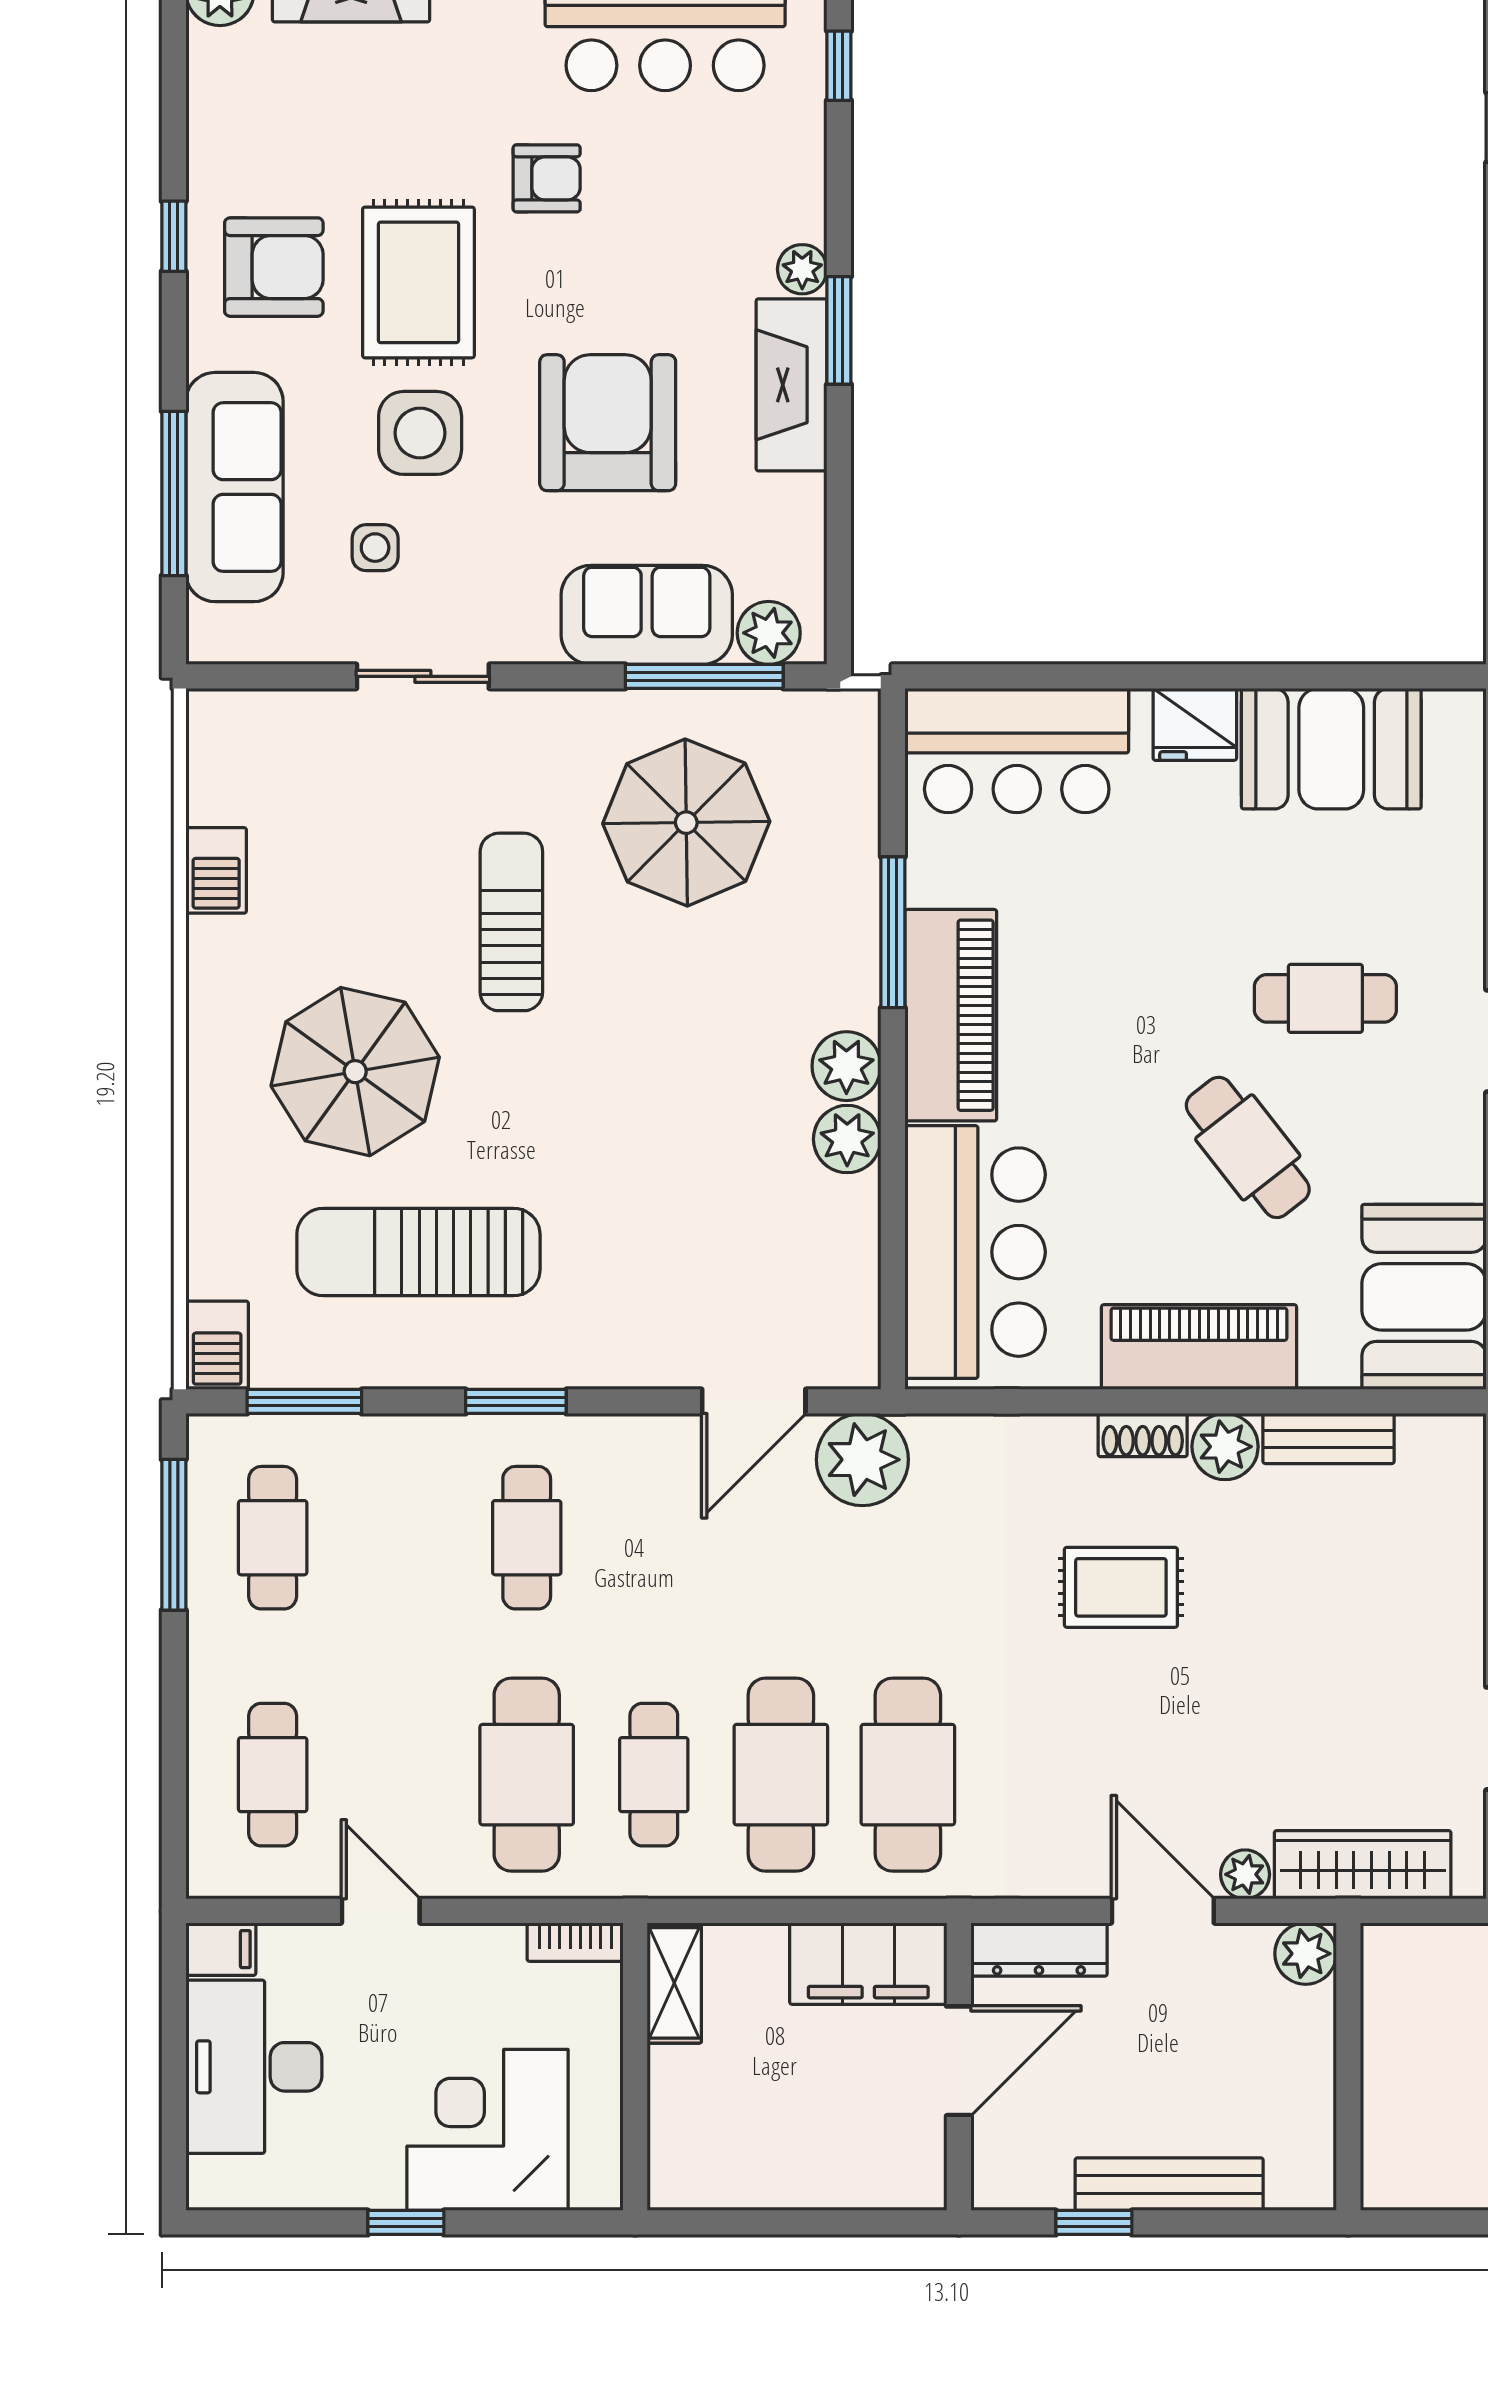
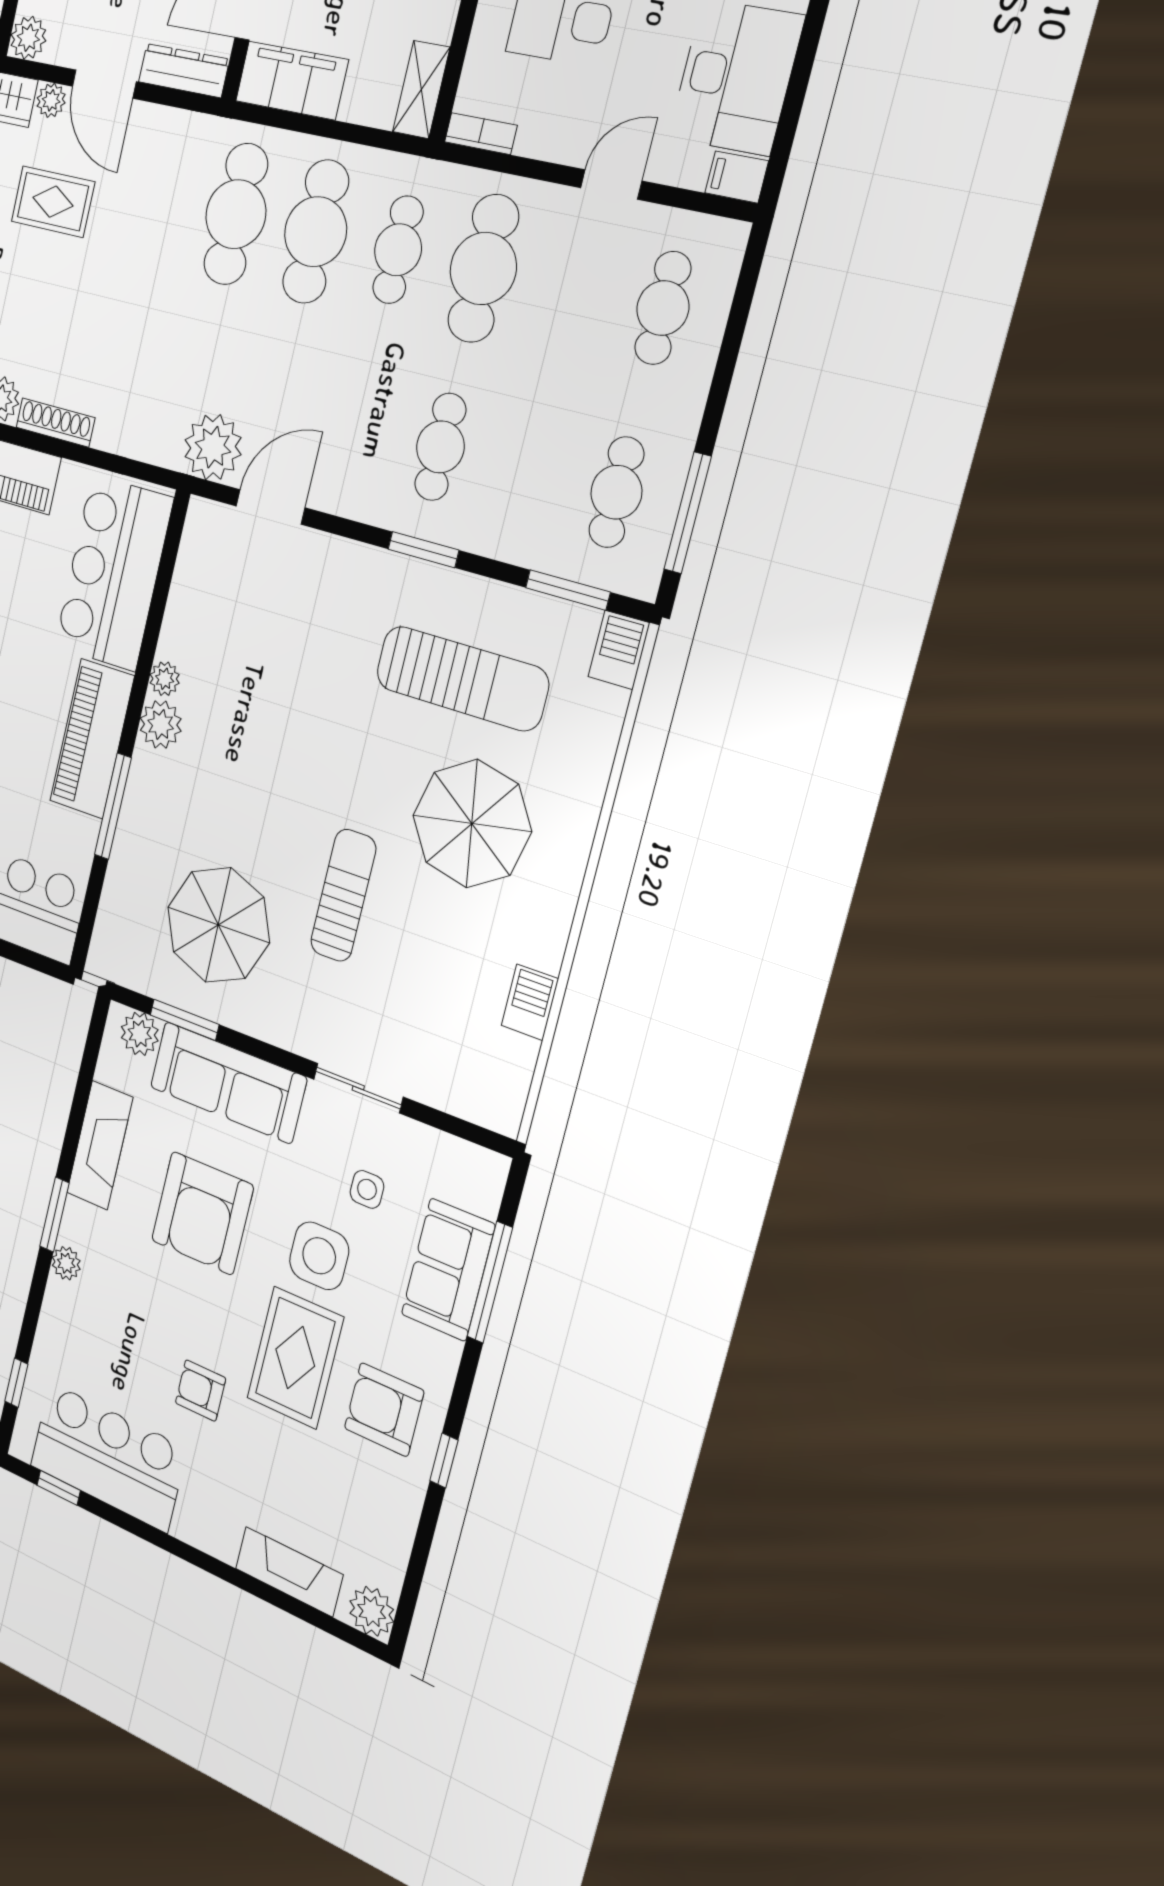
fireplace: (792, 385) -> (100, 1145), moved
sofa: (234, 487) -> (448, 1270), width x0.73
sofa: (647, 615) -> (228, 1082), width x1.36
window: (704, 676) -> (184, 1020), width x0.69
sun lounger: (511, 922) -> (343, 895), turned 180
plant: (847, 1139) -> (165, 679), width x0.73, depth x0.73
shoe rack: (1143, 1435) -> (55, 423), width x1.43
rug: (1121, 1587) -> (53, 202), moved
door: (381, 1911) -> (611, 184), swing flipped

